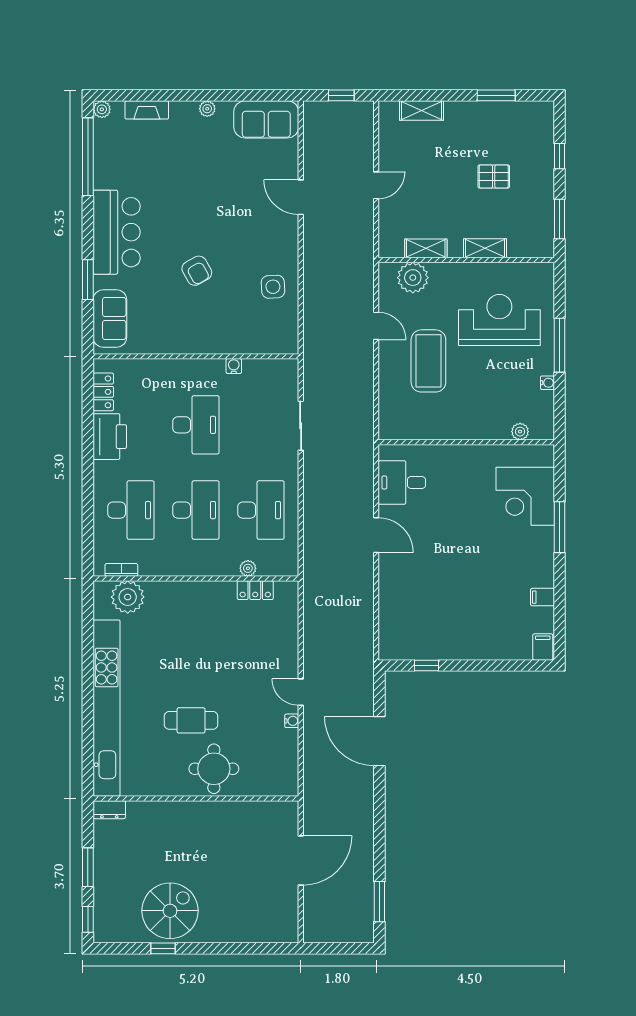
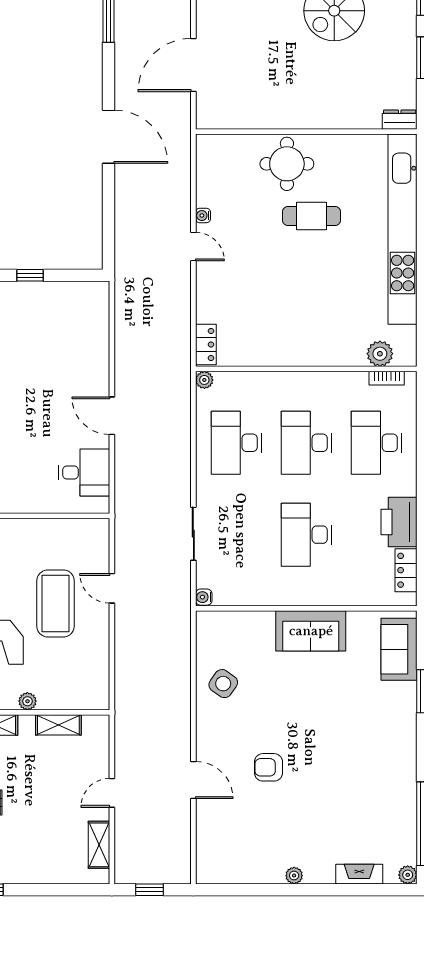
shelving: (421, 111) -> (99, 845), moved, turned 90
sofa: (266, 119) -> (311, 631), moved, turned 180
bar counter: (117, 232) -> (392, 742), removed
armchair: (197, 271) -> (268, 767), moved, turned -61
plant: (413, 278) -> (27, 701), moved, width x0.53, depth x0.53
side table: (273, 287) -> (223, 684), turned 38
door: (376, 326) -> (112, 588), moved
water cooler: (234, 366) -> (204, 597), moved, turned 90
plant: (248, 568) -> (204, 380), moved
locker: (255, 590) -> (206, 345), moved, turned 90
plant: (128, 597) -> (380, 354), width x0.73, depth x0.73
window: (427, 665) -> (30, 275), moved
door: (379, 741) -> (109, 137), moved

